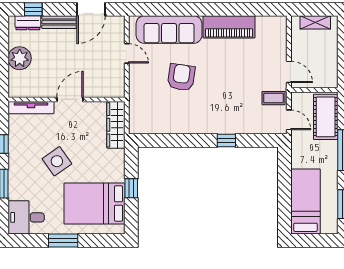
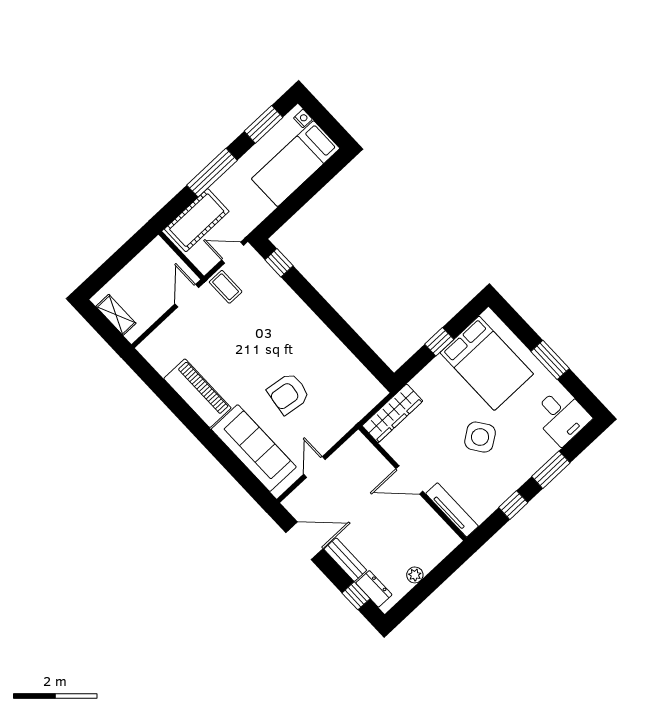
plant: (20, 58) -> (415, 575), width x0.53, depth x0.53
door: (289, 120) -> (233, 253), hinge flipped
window: (226, 140) -> (279, 263), moved
nightstand: (327, 229) -> (303, 119), added

